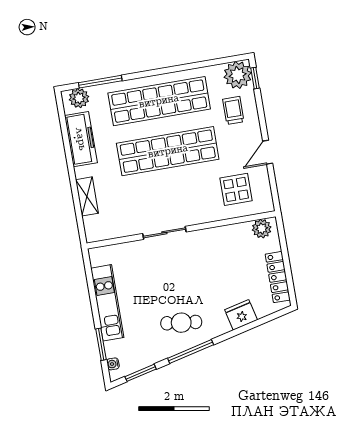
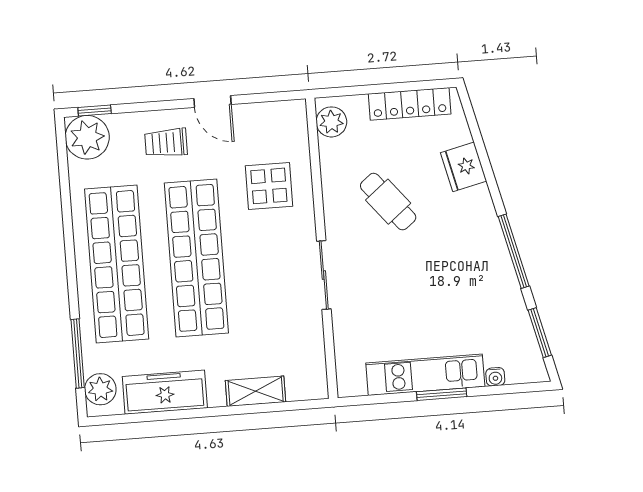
trolley: (233, 110) -> (166, 143), moved
display table: (236, 189) -> (269, 186), moved
cafe table: (181, 323) -> (388, 202), moved, turned -46
window: (101, 344) -> (442, 394), moved
water cooler: (113, 364) -> (495, 377), moved

